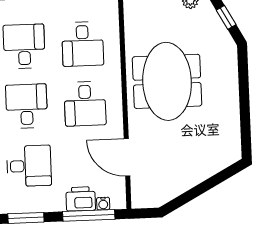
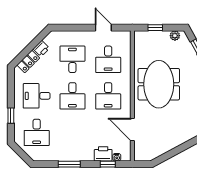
desk: (27, 106) -> (72, 96), turned 180
desk: (29, 166) -> (72, 132), removed
window: (89, 215) -> (108, 164), width x0.46

